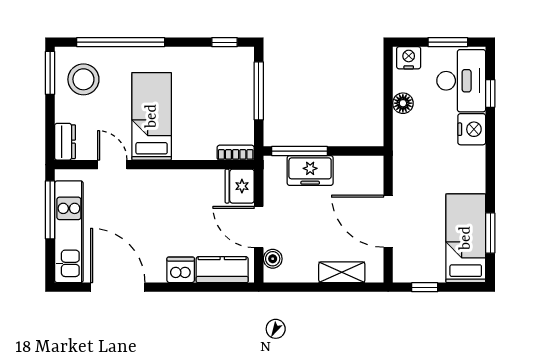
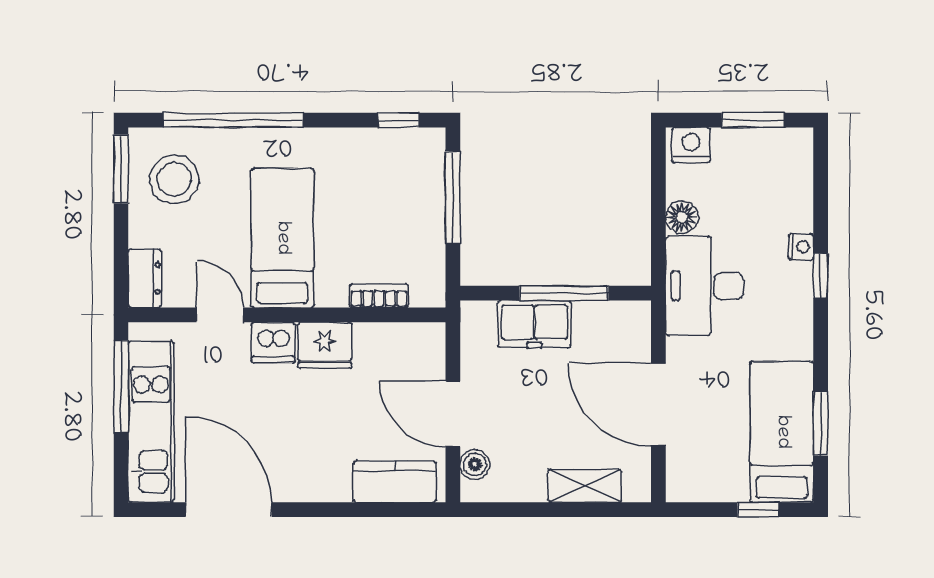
desk: (461, 81) -> (704, 286), moved, turned 180
window: (490, 93) -> (821, 276), moved
nightstand: (472, 129) -> (801, 247), width x0.53, depth x0.56
window: (300, 151) -> (564, 293), moved
bookcase: (236, 153) -> (379, 296), moved
fridge: (240, 186) -> (325, 345), moved, turned -90
dishwasher: (181, 270) -> (273, 342), moved, turned 180
window: (425, 287) -> (758, 510), moved

